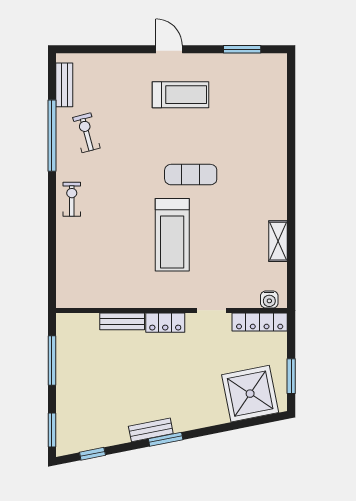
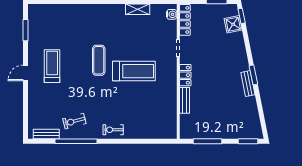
shower: (250, 394) -> (233, 24), width x0.54, depth x0.54
window: (92, 454) -> (242, 16), moved

